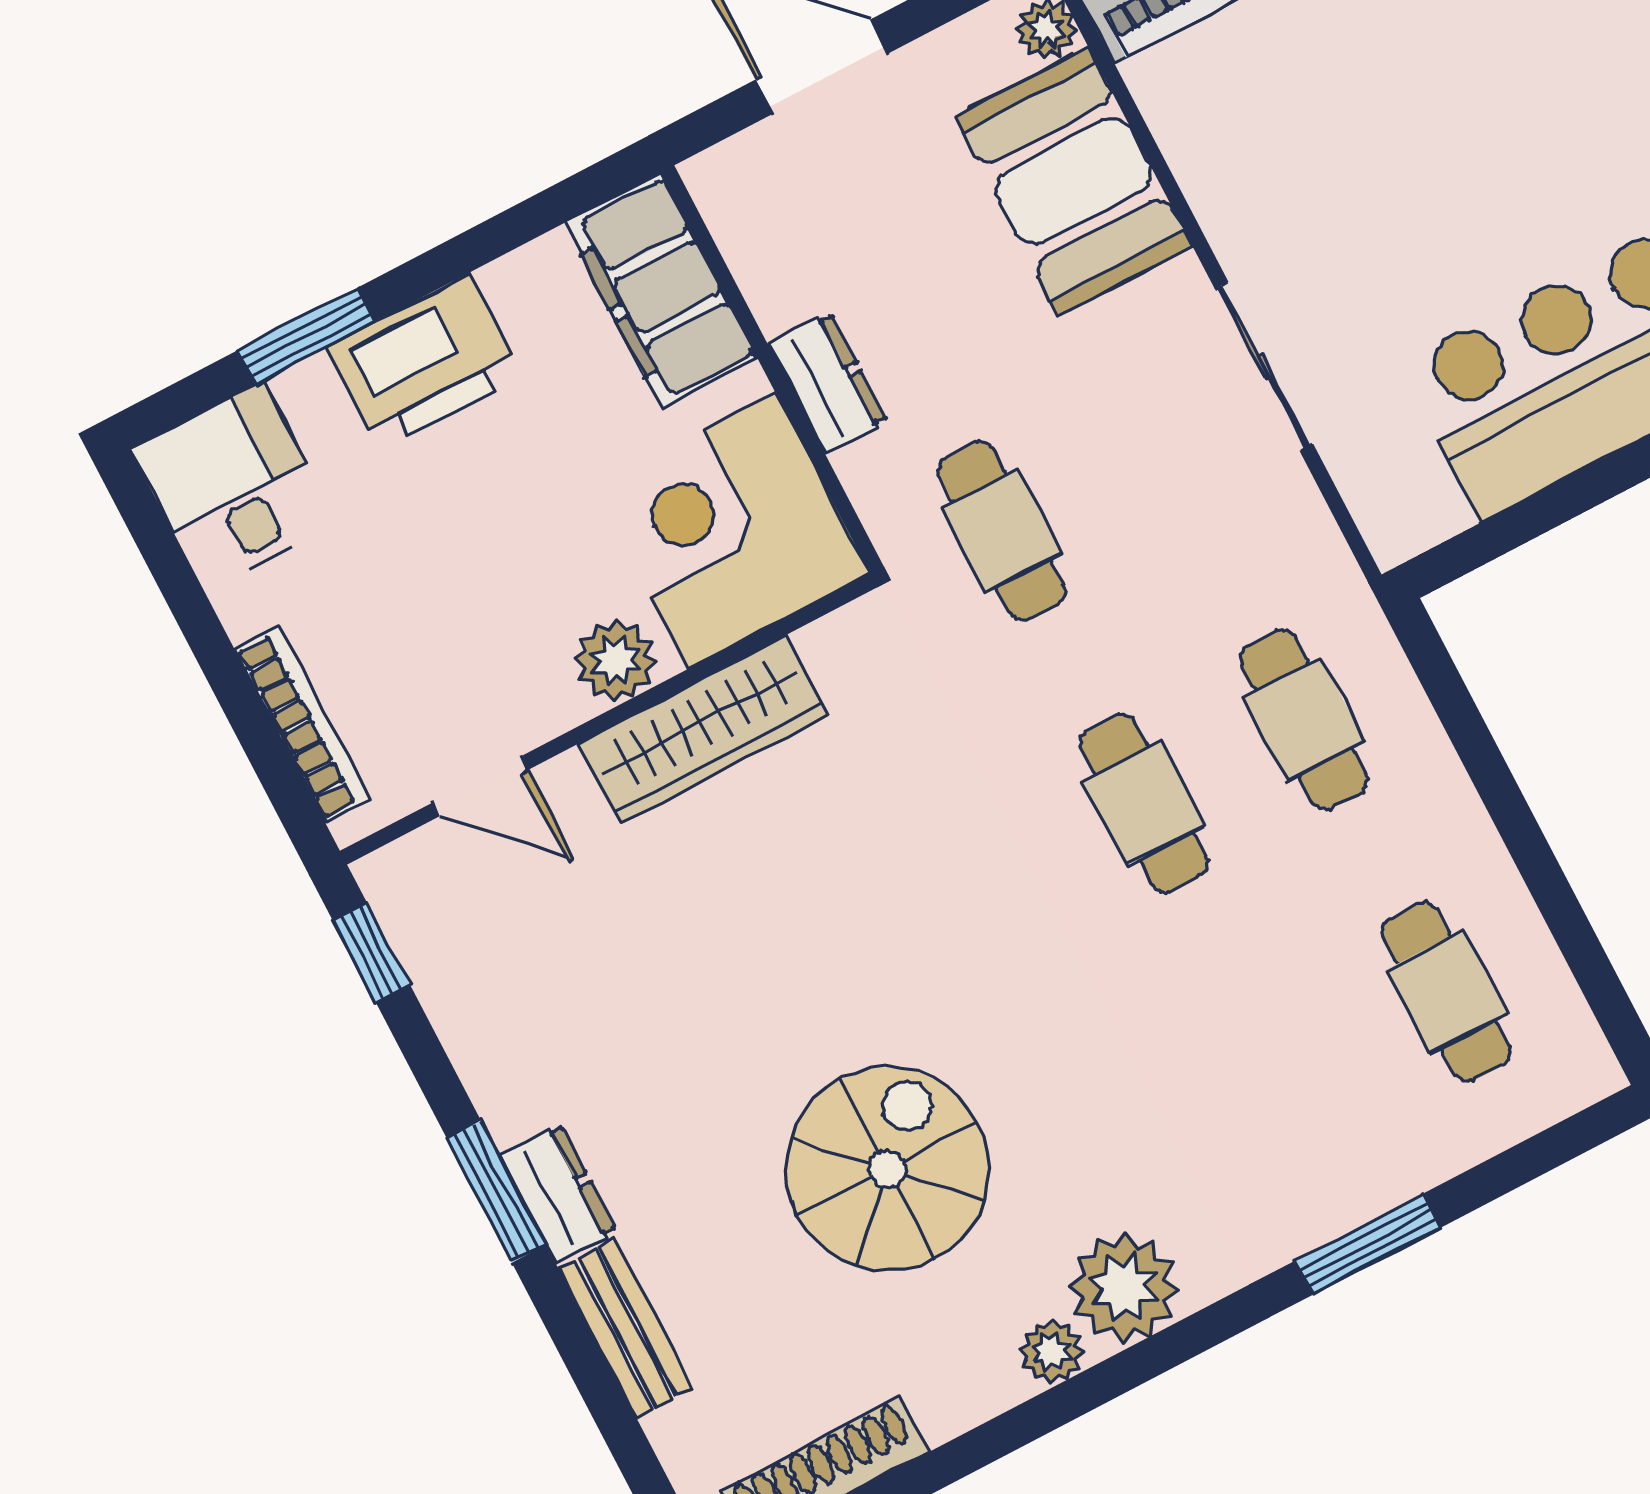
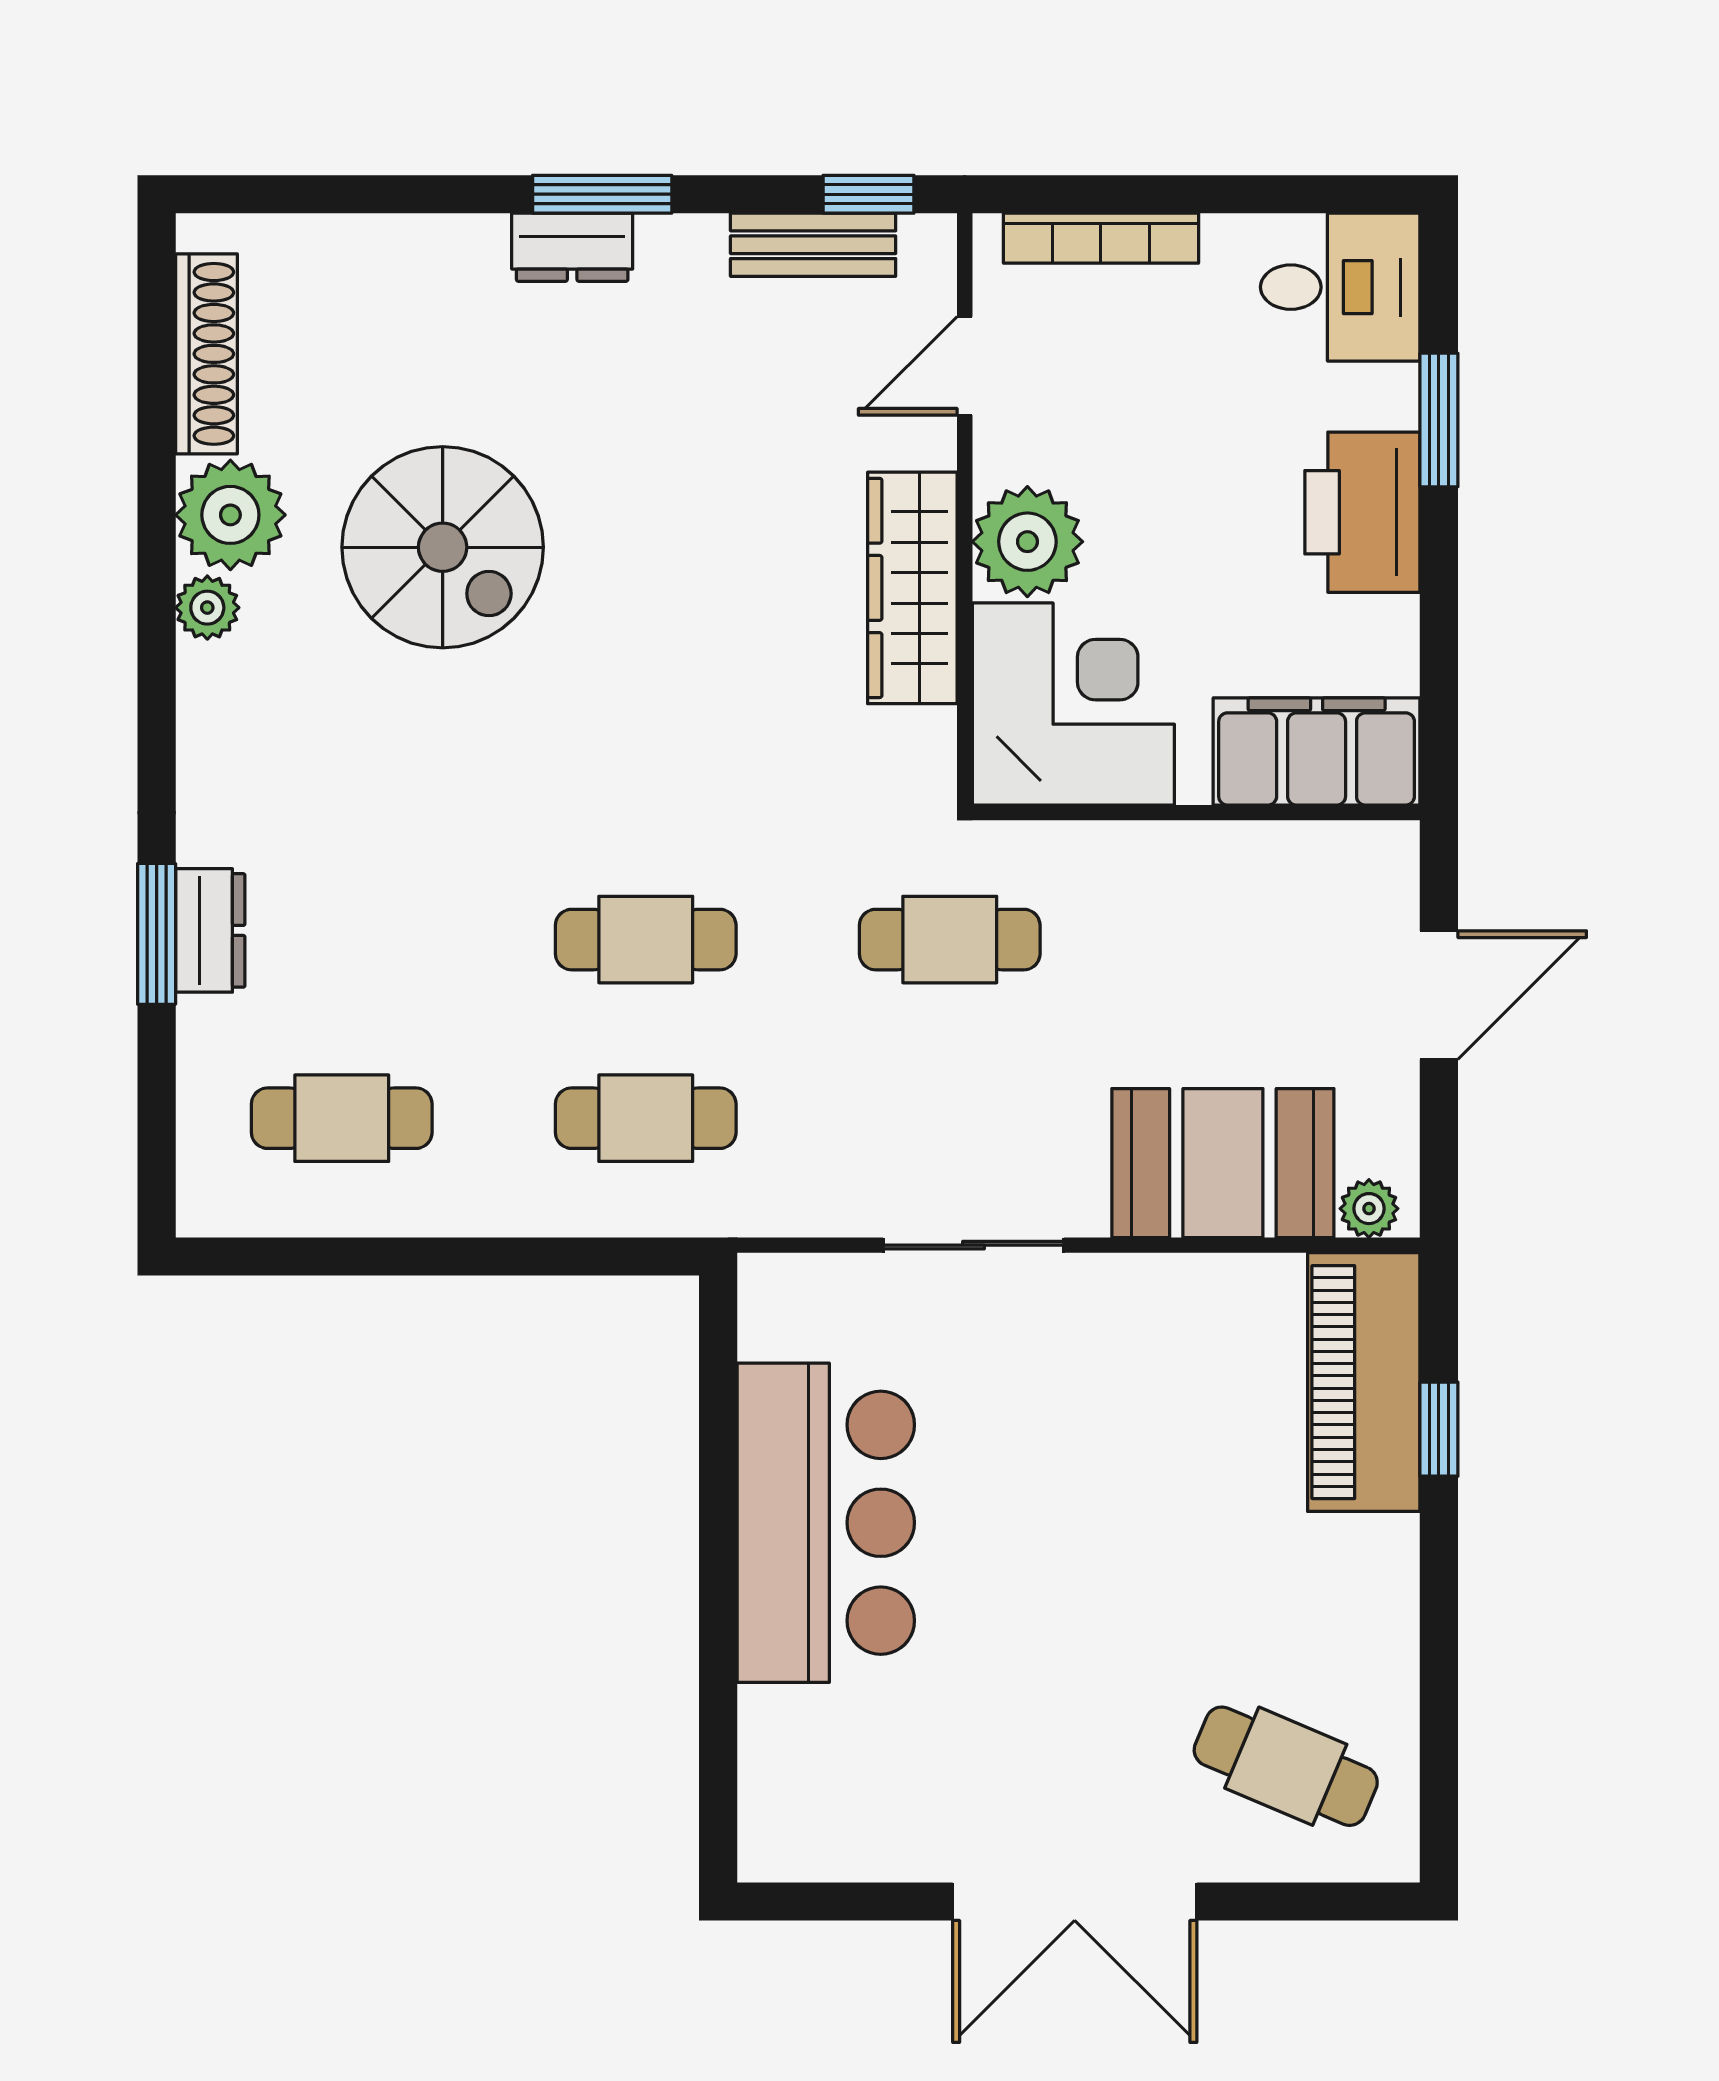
dresser: (827, 383) -> (210, 930), moved, turned -90
plant: (615, 661) -> (1027, 542), width x1.36, depth x1.36
plant: (1124, 1288) -> (230, 515), moved
bench: (625, 1328) -> (813, 245), moved

